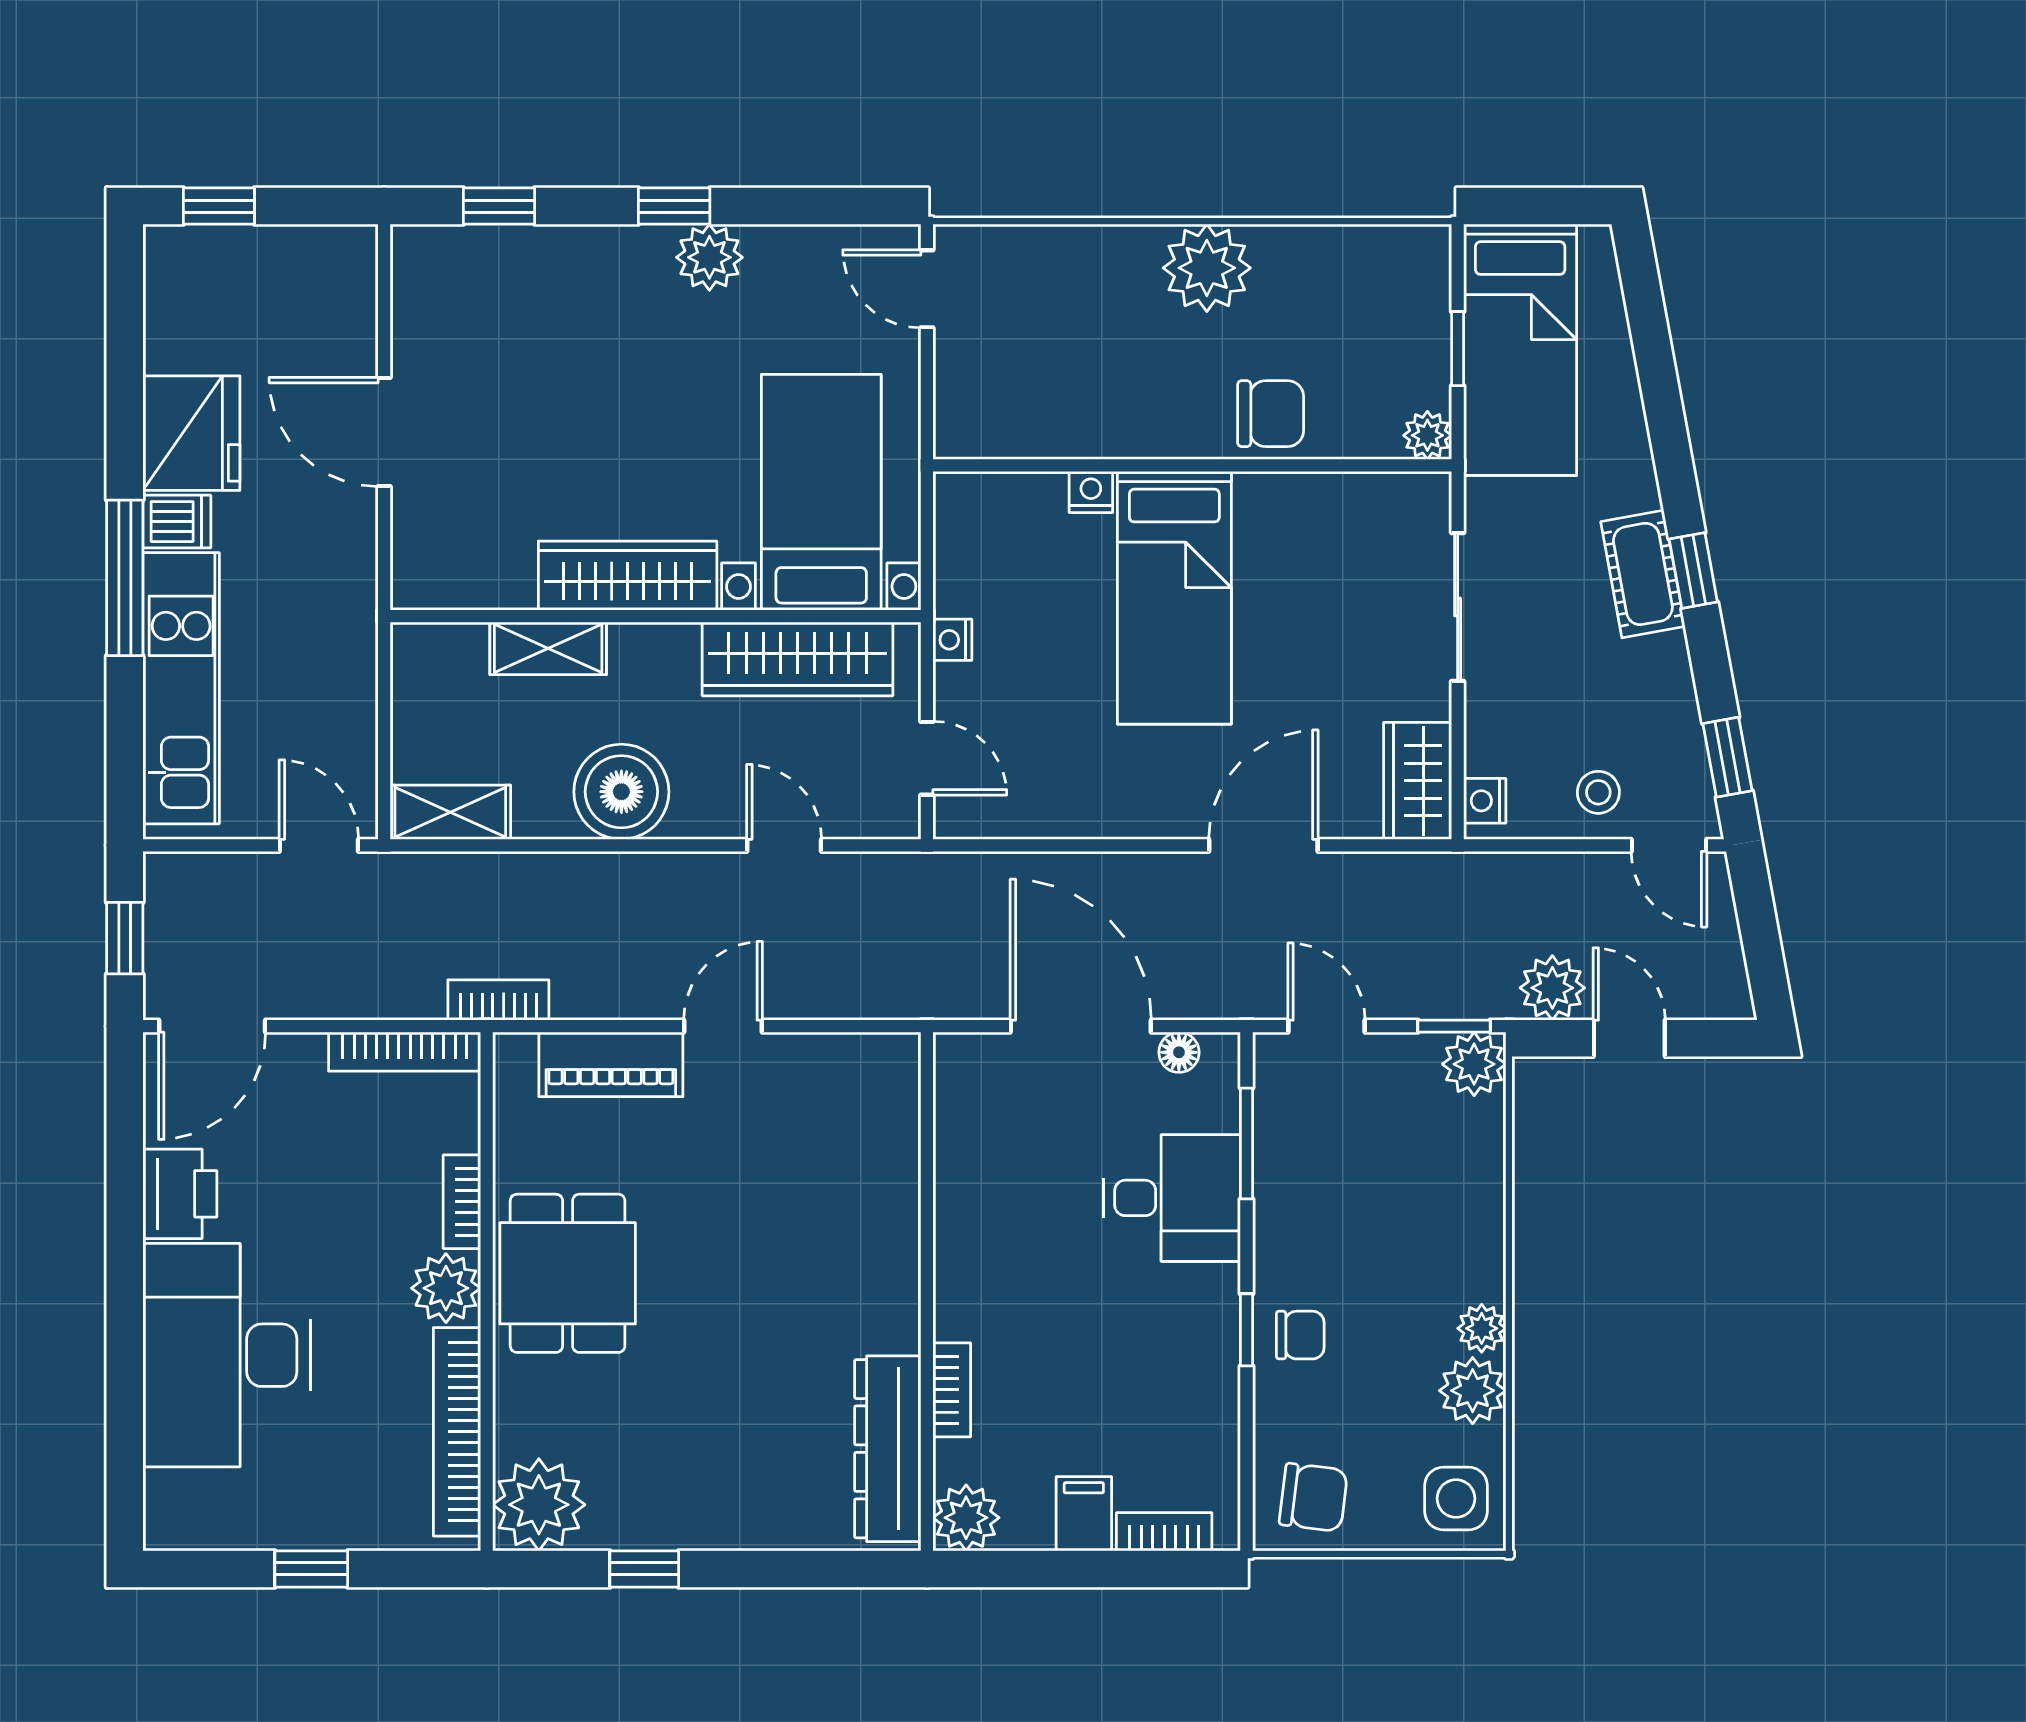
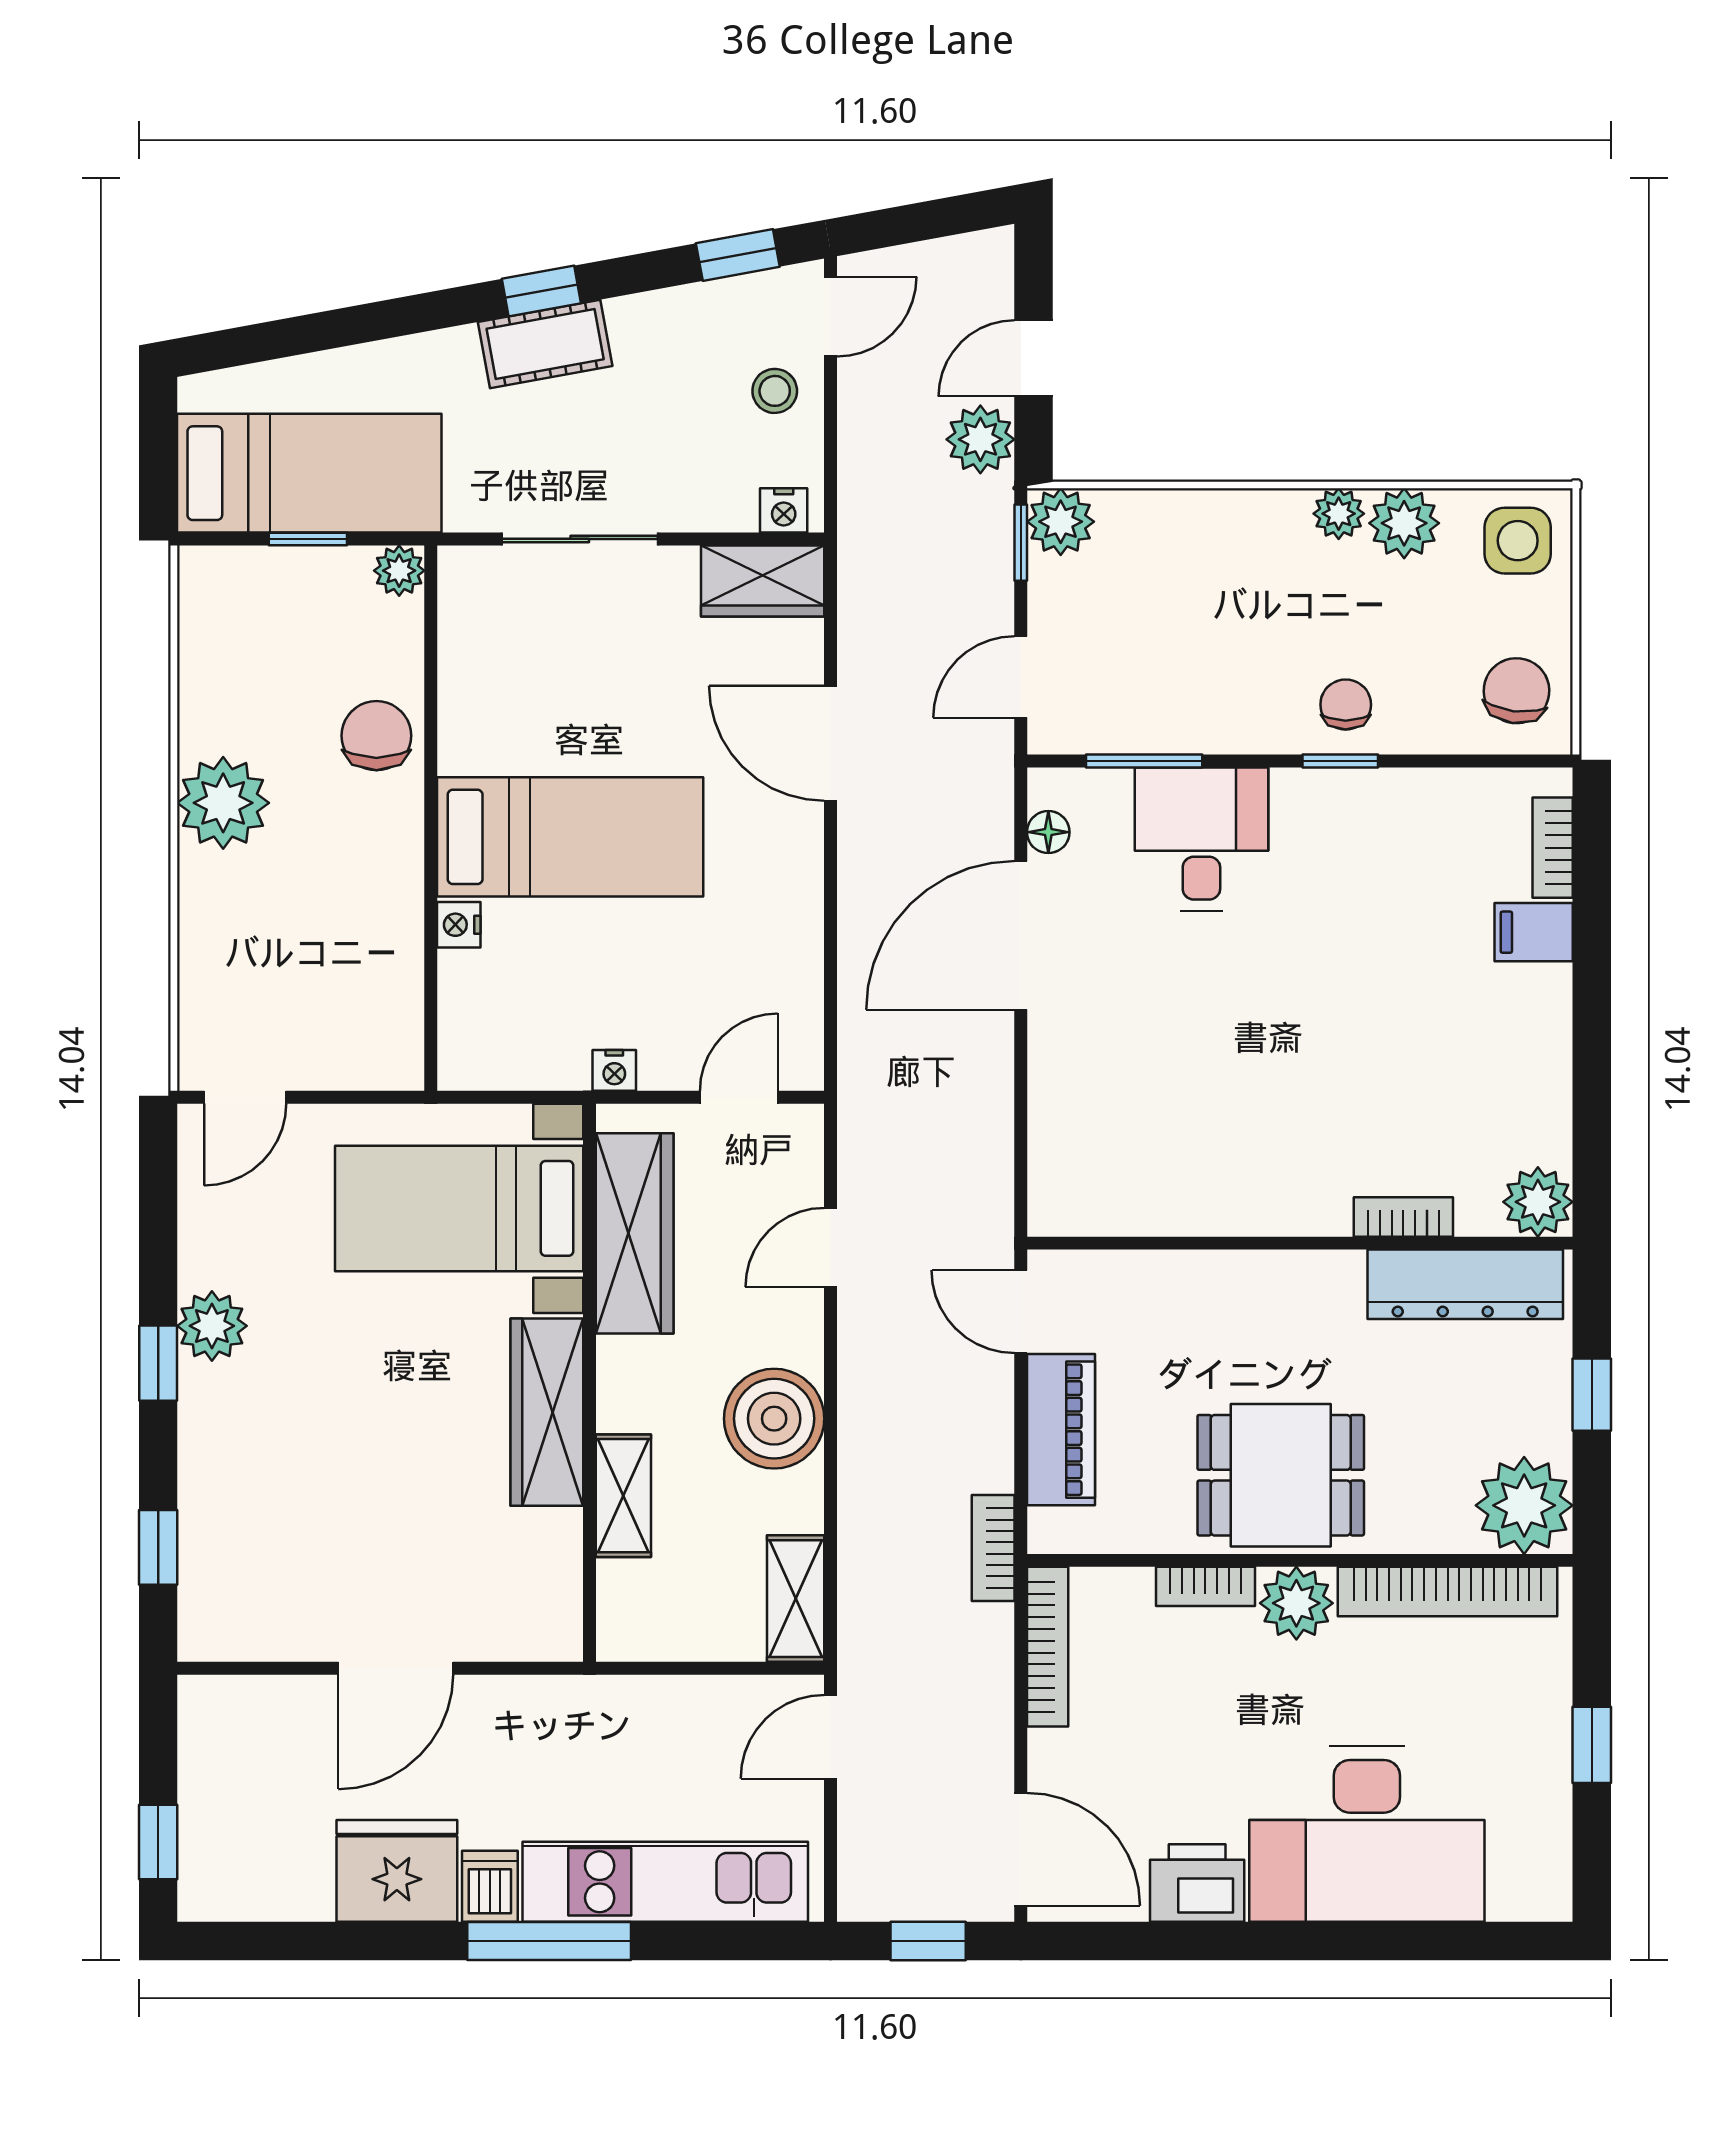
wall: (927, 1292) -> (1300, 1243), moved
bookcase: (952, 1390) -> (1403, 1217), moved
dresser: (888, 1449) -> (1465, 1284), moved
plant: (966, 1518) -> (1538, 1202), moved

